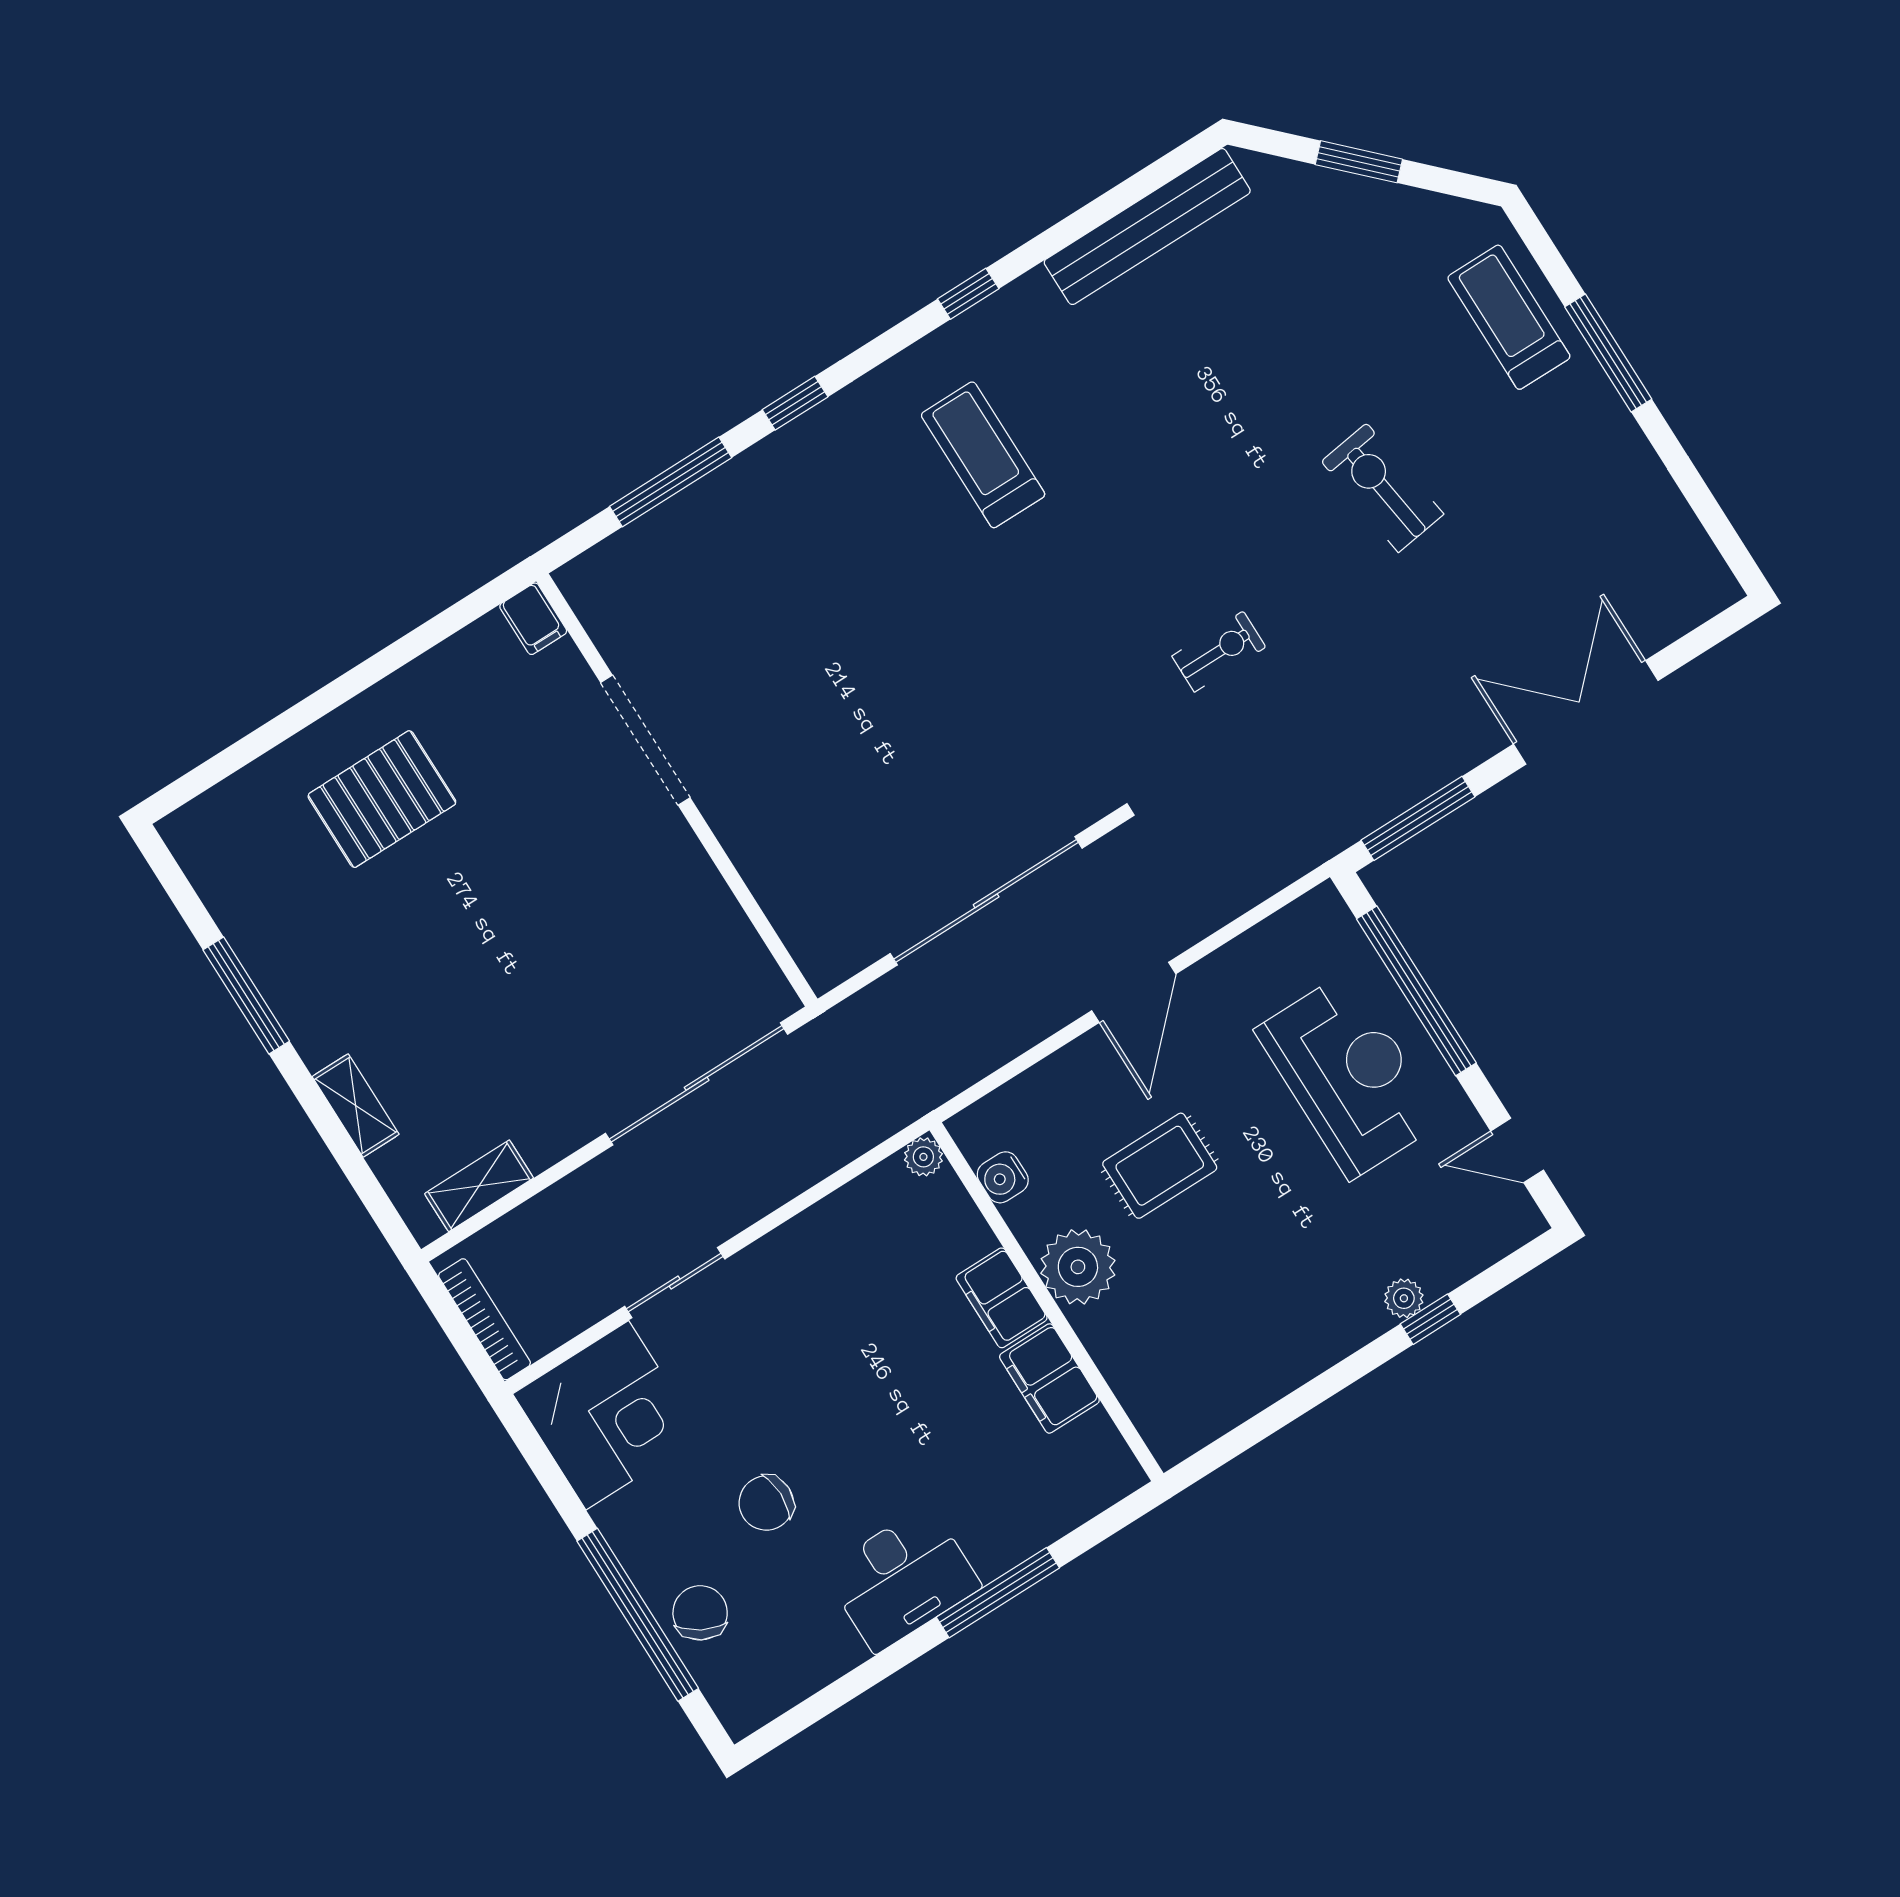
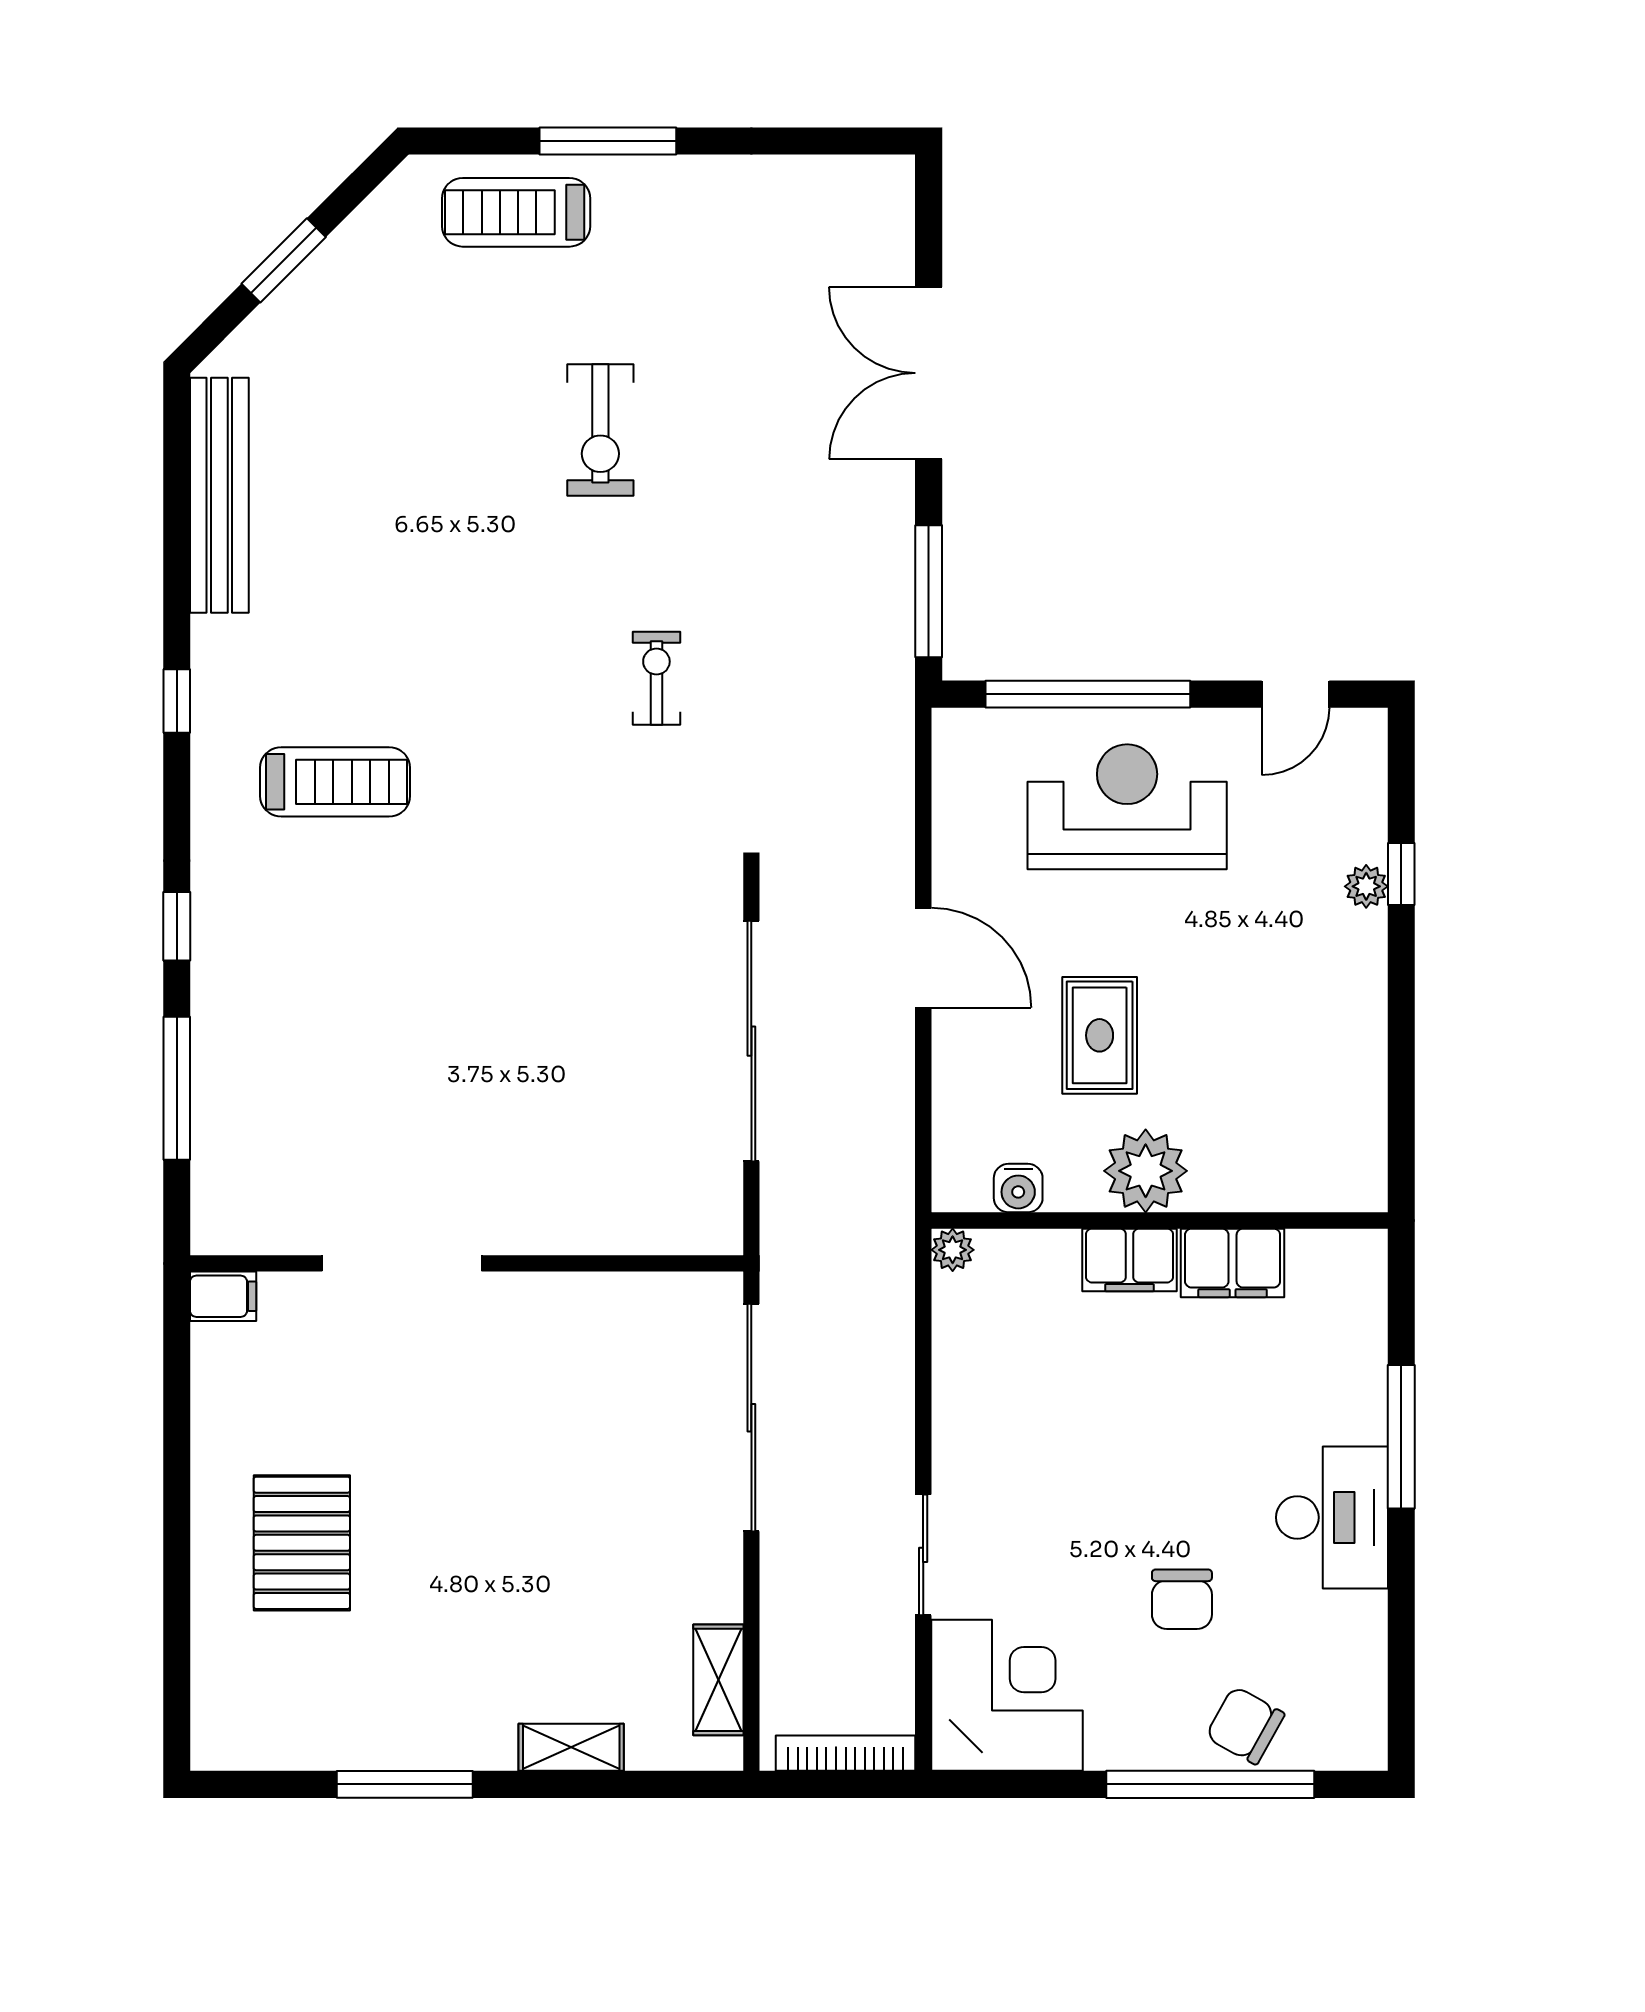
treadmill: (983, 455) -> (335, 782), turned 180
exercise bike: (1382, 488) -> (600, 430), turned -82

